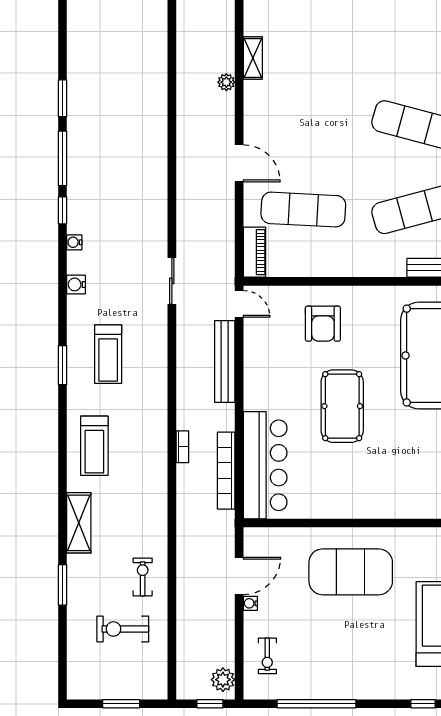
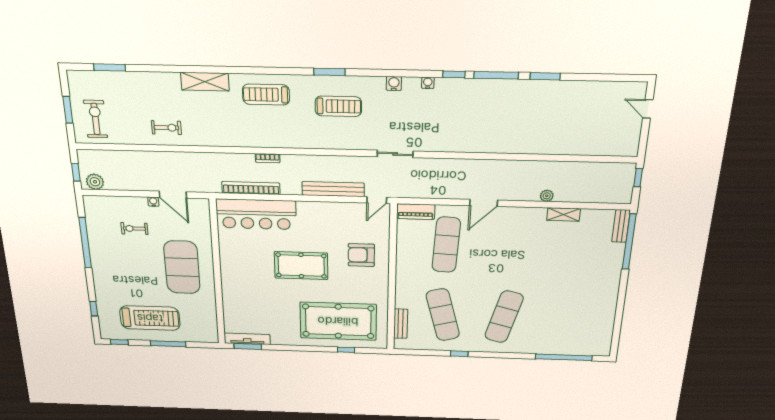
treadmill: (108, 354) -> (338, 106), turned 180
window: (63, 585) -> (110, 67), moved
exercise bike: (123, 629) -> (96, 119), moved
exercise bike: (267, 656) -> (134, 229), moved

